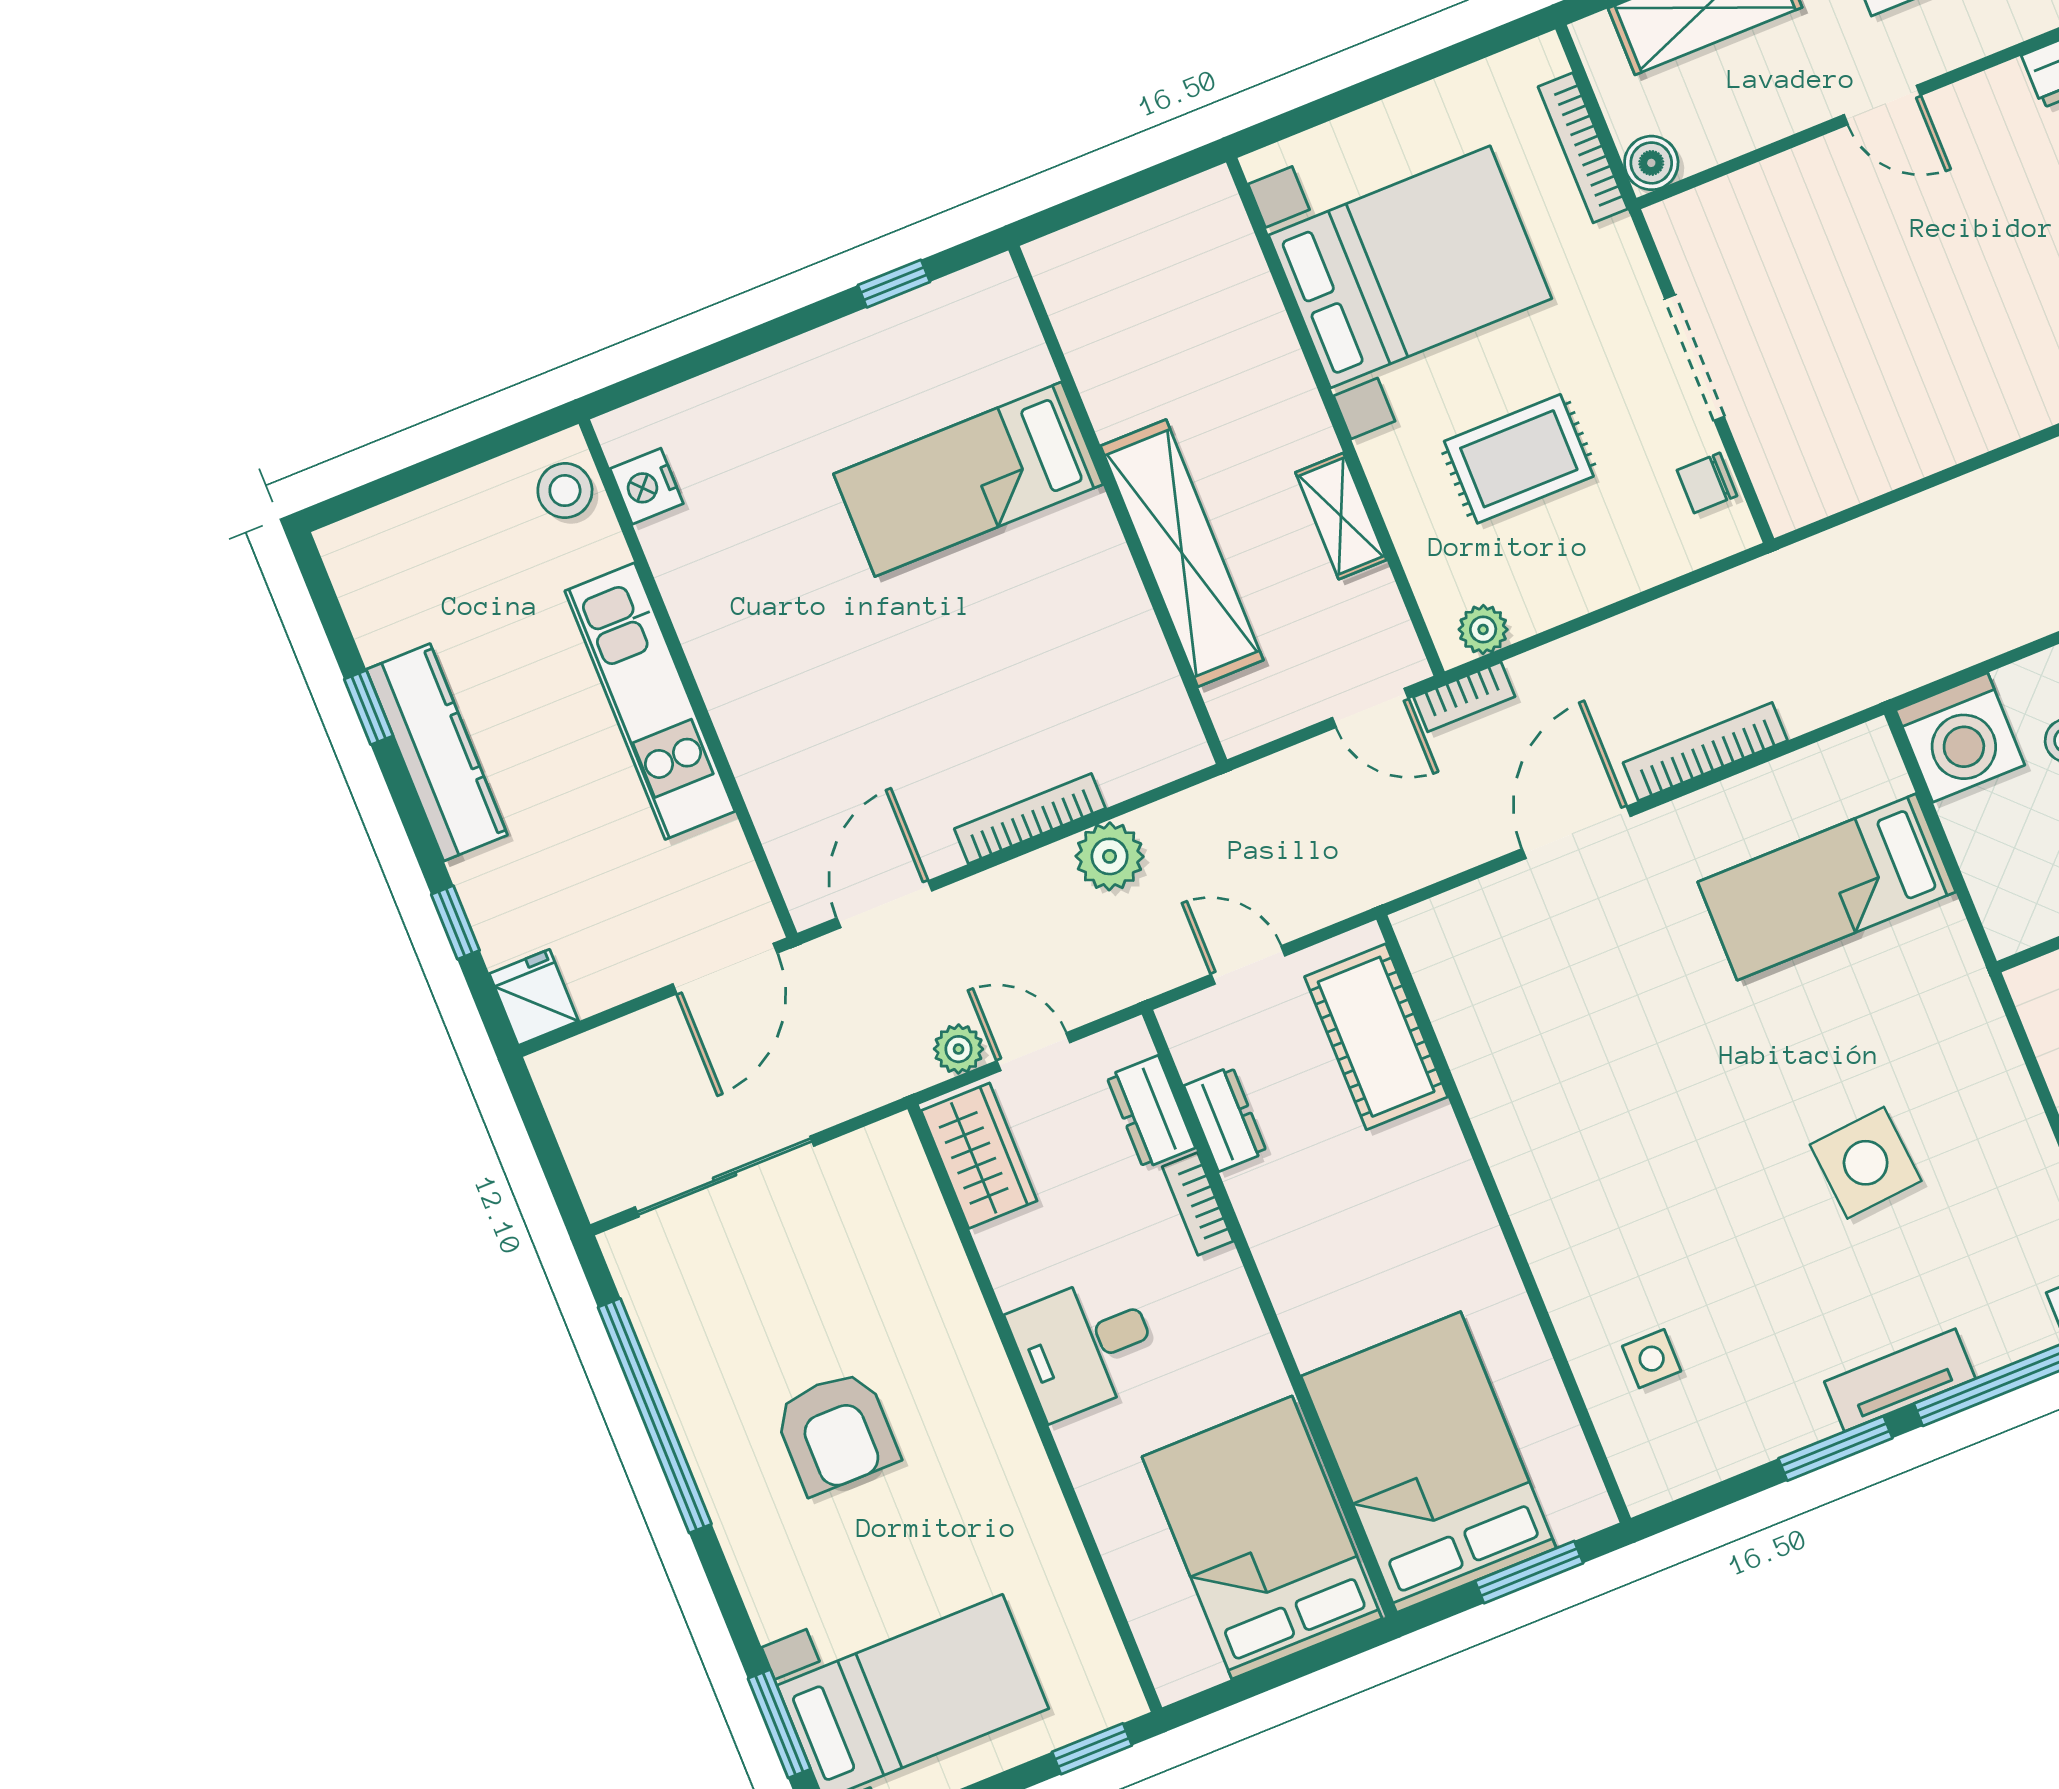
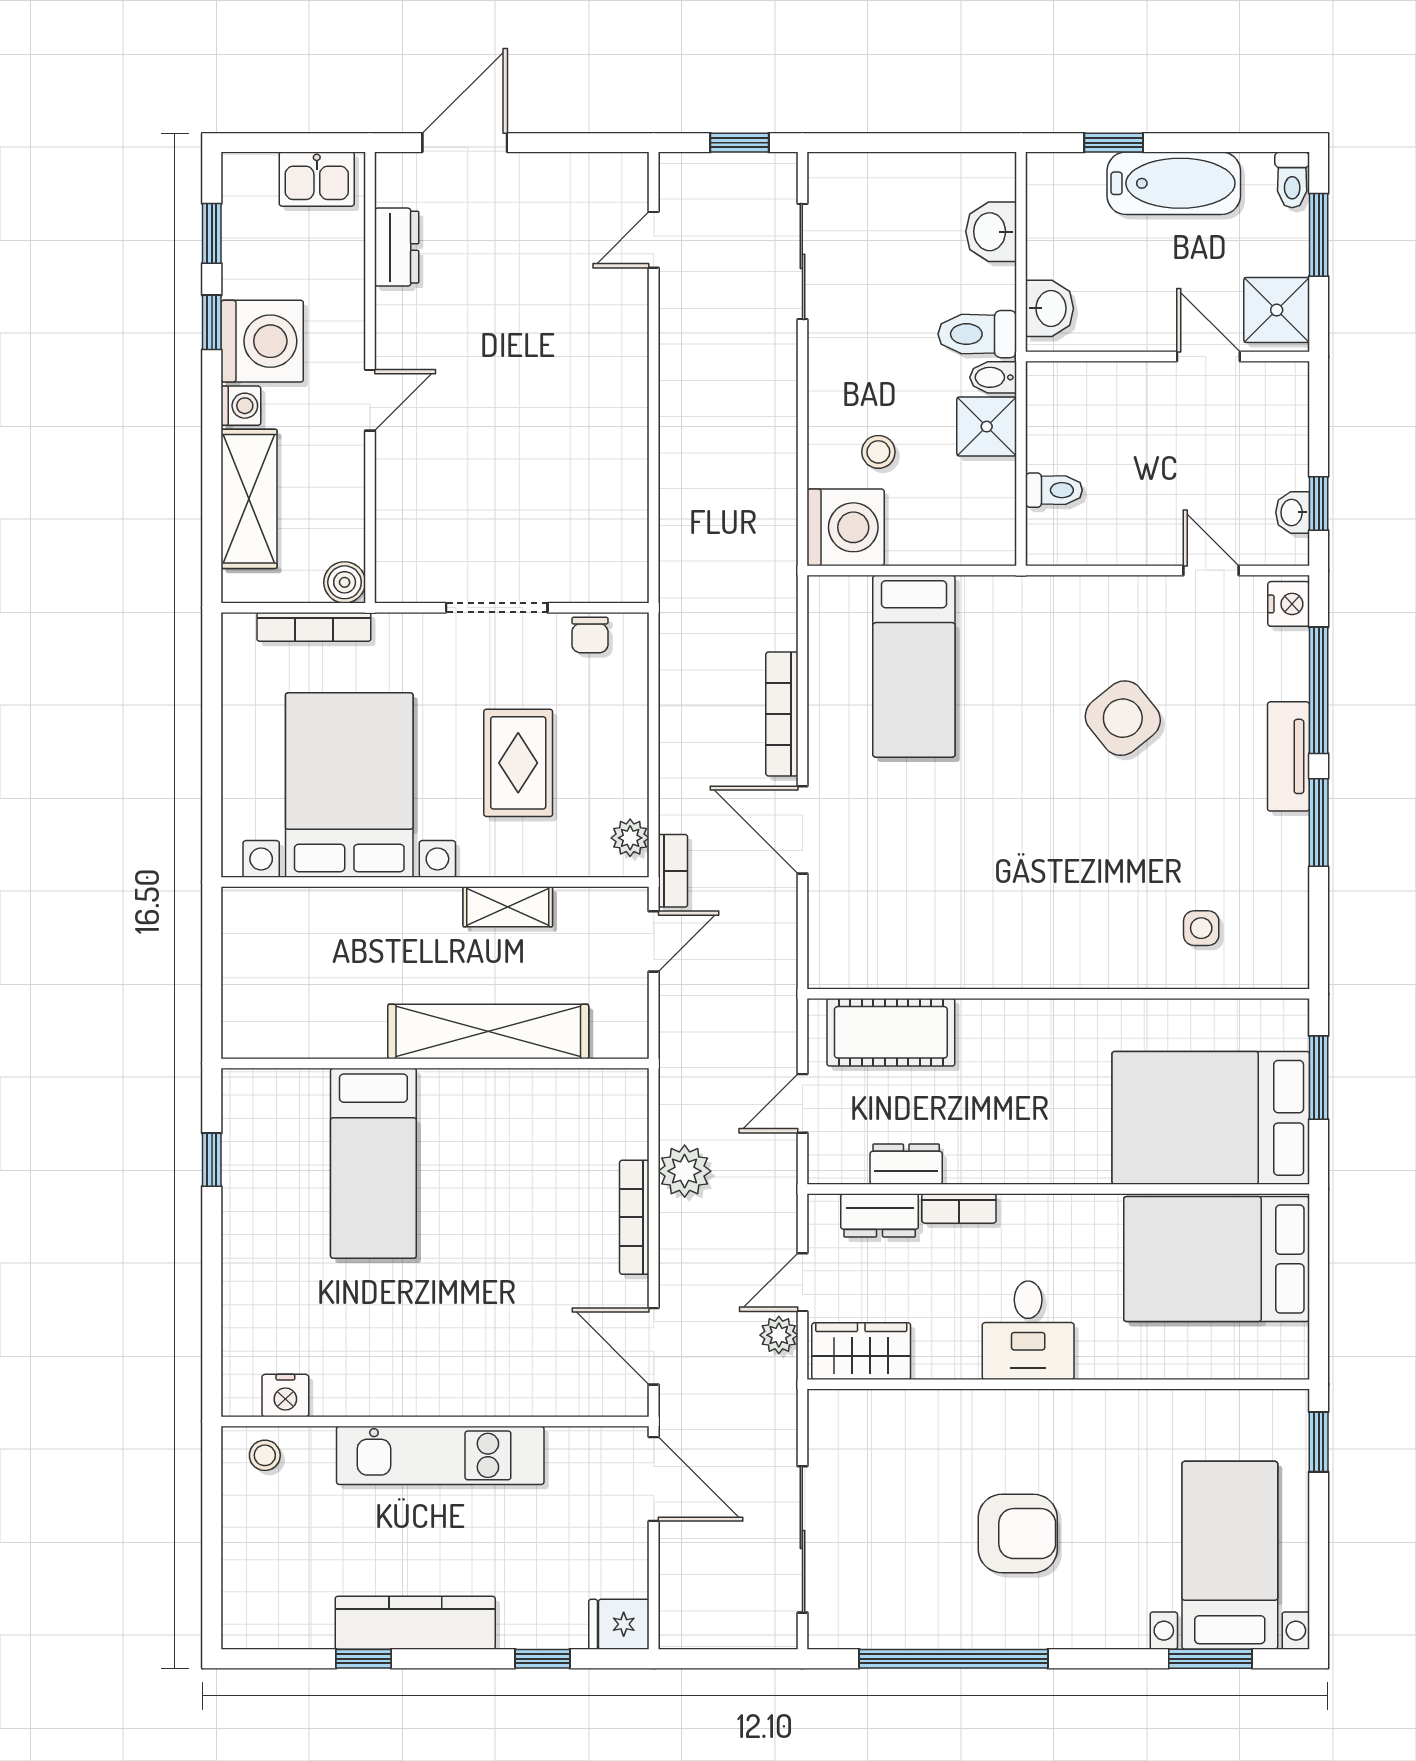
stool: (565, 491) -> (265, 1455), width x0.73, depth x0.73
side table: (1866, 1163) -> (1123, 718), turned -34

